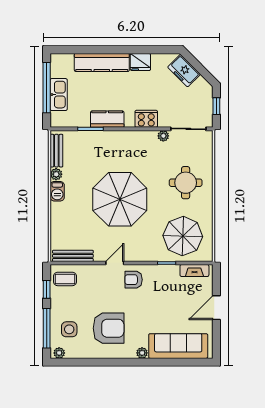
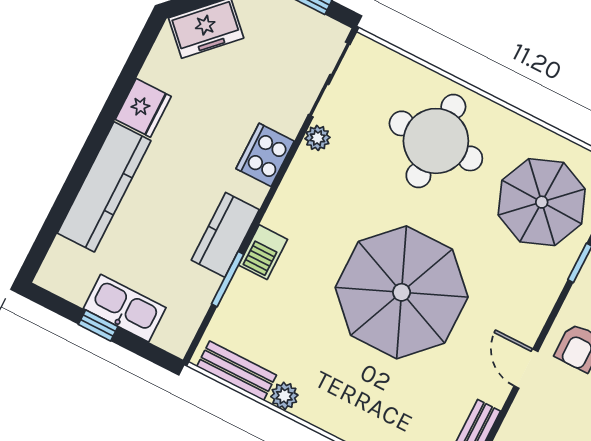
window: (47, 88) -> (98, 325), width x0.32
round table: (186, 183) -> (436, 141), width x1.36, depth x1.36
barbecue: (57, 191) -> (263, 252), moved, turned 90

